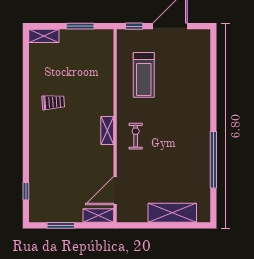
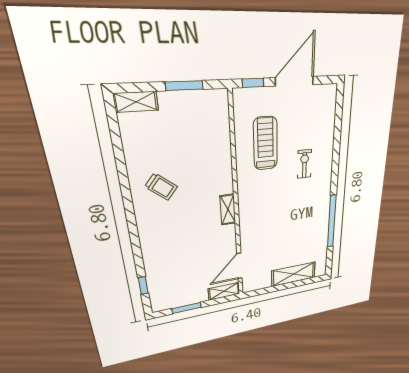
treadmill: (144, 75) -> (265, 143), turned 180
trolley: (53, 102) -> (161, 187), turned 44
exercise bike: (136, 136) -> (304, 164), moved

